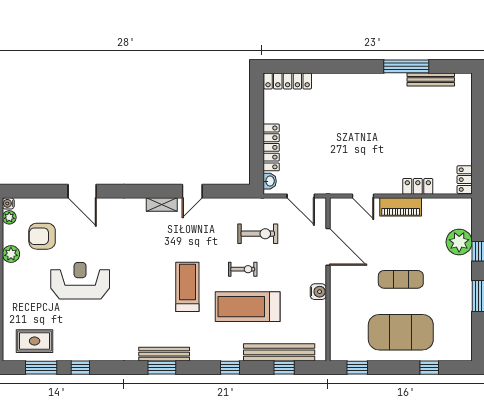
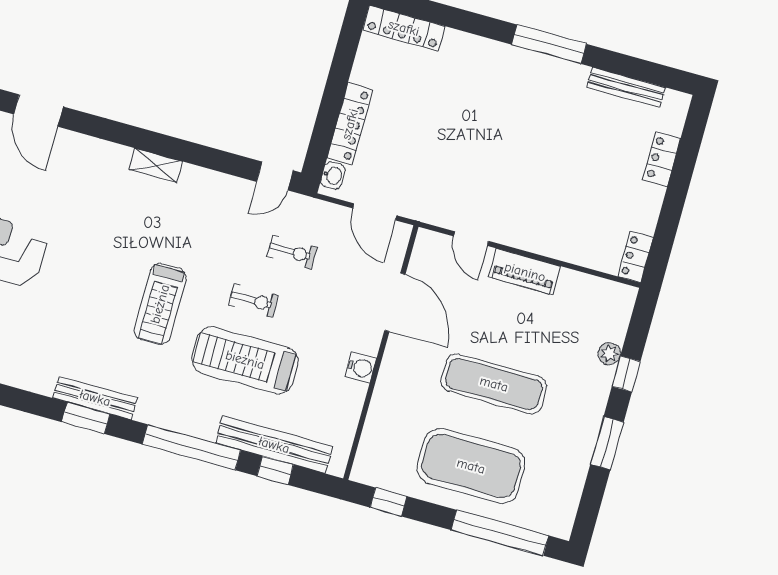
window: (406, 66) -> (549, 44), moved
locker: (418, 186) -> (662, 159), moved, turned -90
door: (192, 191) -> (275, 176), moved
exercise bike: (258, 234) -> (292, 252), width x0.73, depth x0.72
plant: (459, 242) -> (609, 354), width x0.53, depth x0.53
exercise mat: (401, 279) -> (494, 384), width x1.36, depth x1.45
treadmill: (187, 287) -> (160, 304), turned 180
window: (230, 368) -> (191, 447), width x3.17
window: (429, 368) -> (500, 533), width x3.17

